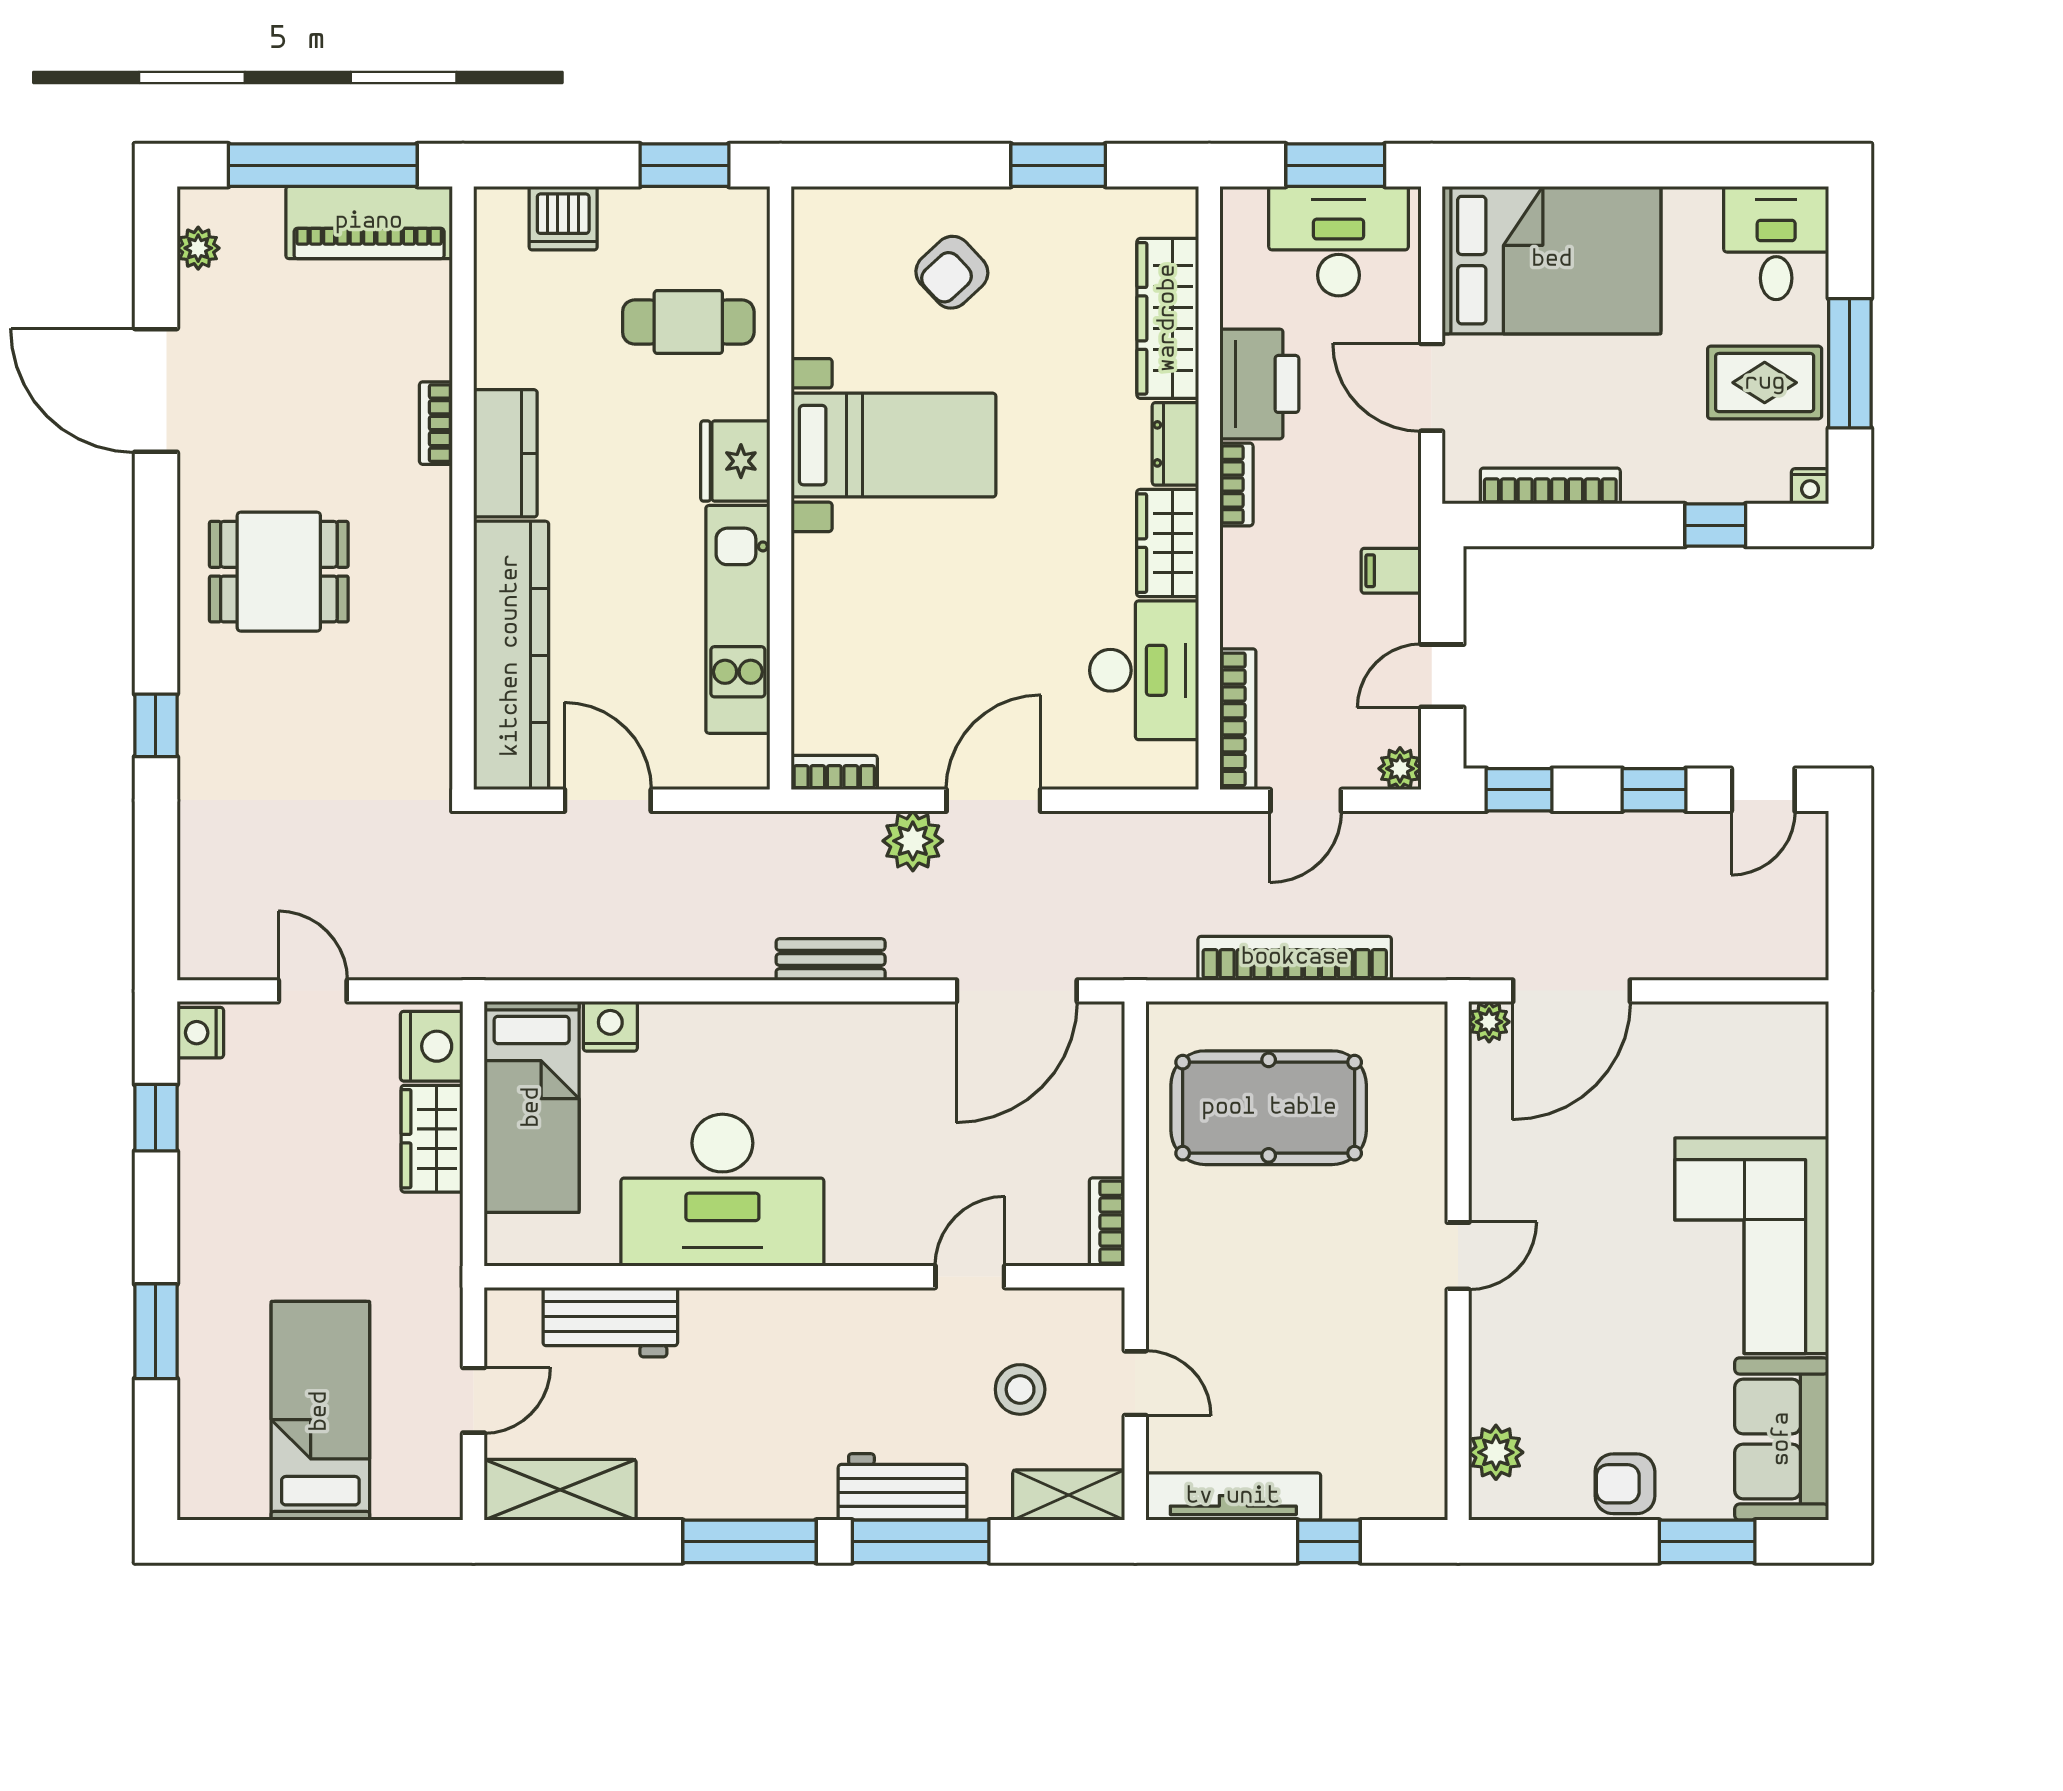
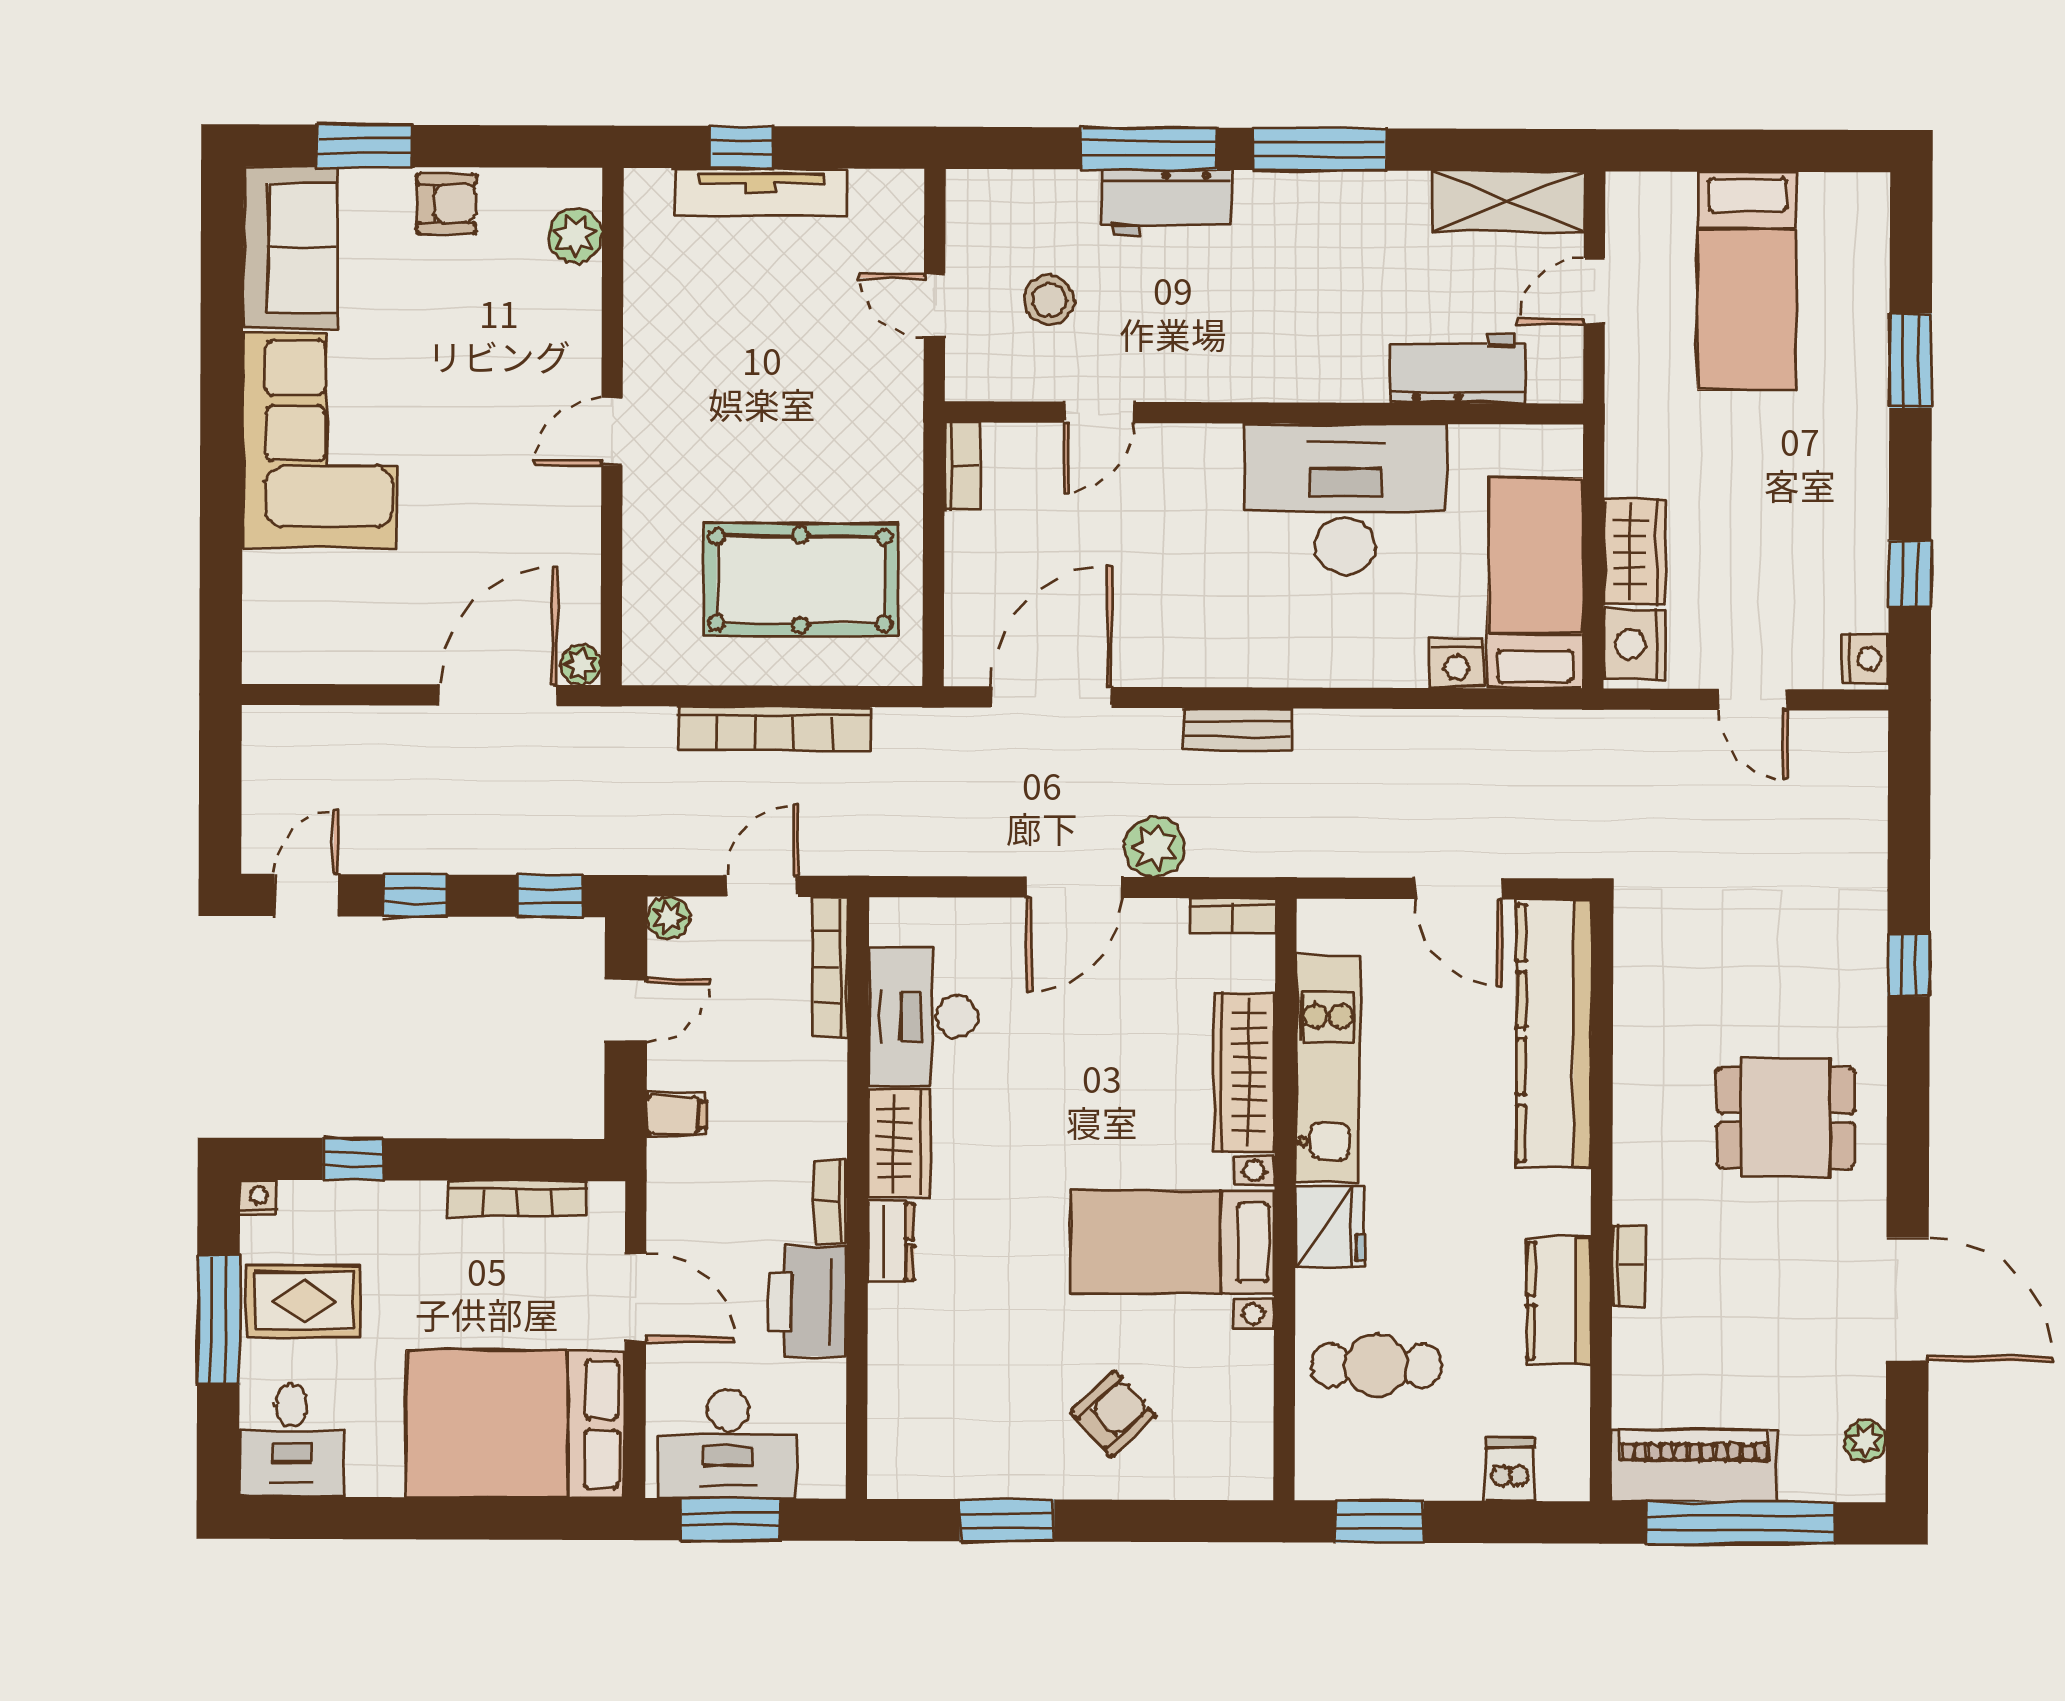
dishwasher: (563, 218) -> (1510, 1469), width x0.73
wardrobe: (1168, 318) -> (1244, 1072), moved, turned 180
kitchen counter: (505, 453) -> (1559, 1301), moved
shelving: (1069, 1495) -> (1001, 194), removed
tv unit: (1233, 1497) -> (761, 192), moved

